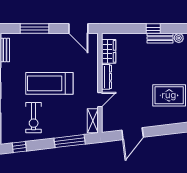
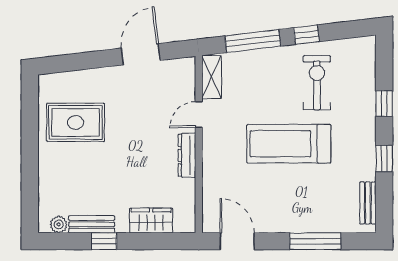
wardrobe: (109, 51) -> (151, 221), moved, turned 90
treadmill: (49, 83) -> (289, 144), turned 180
window: (19, 147) -> (306, 35), moved

